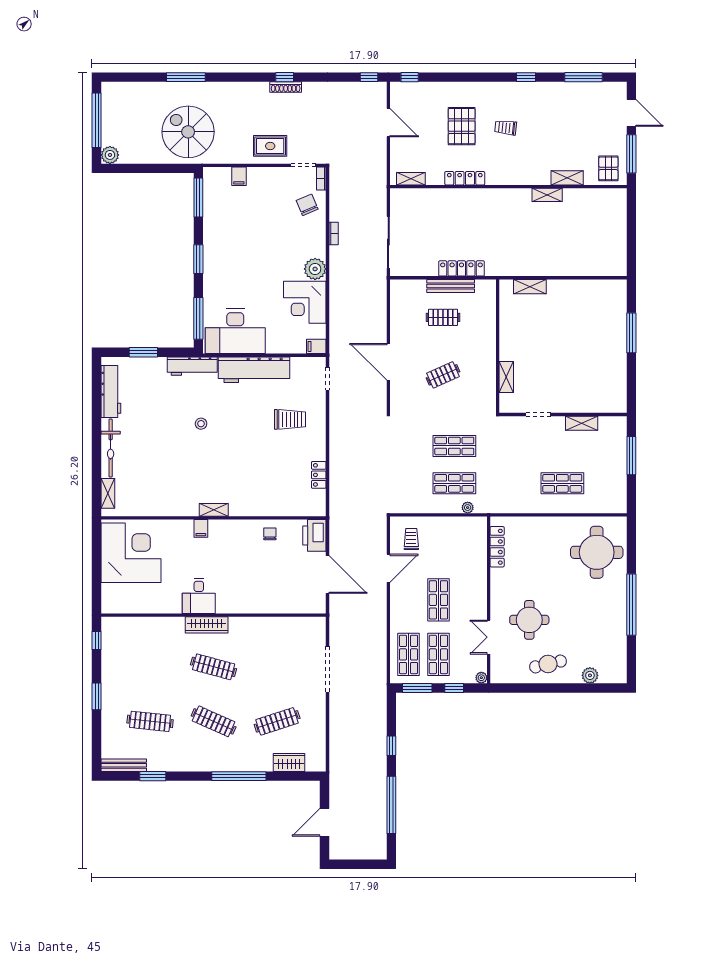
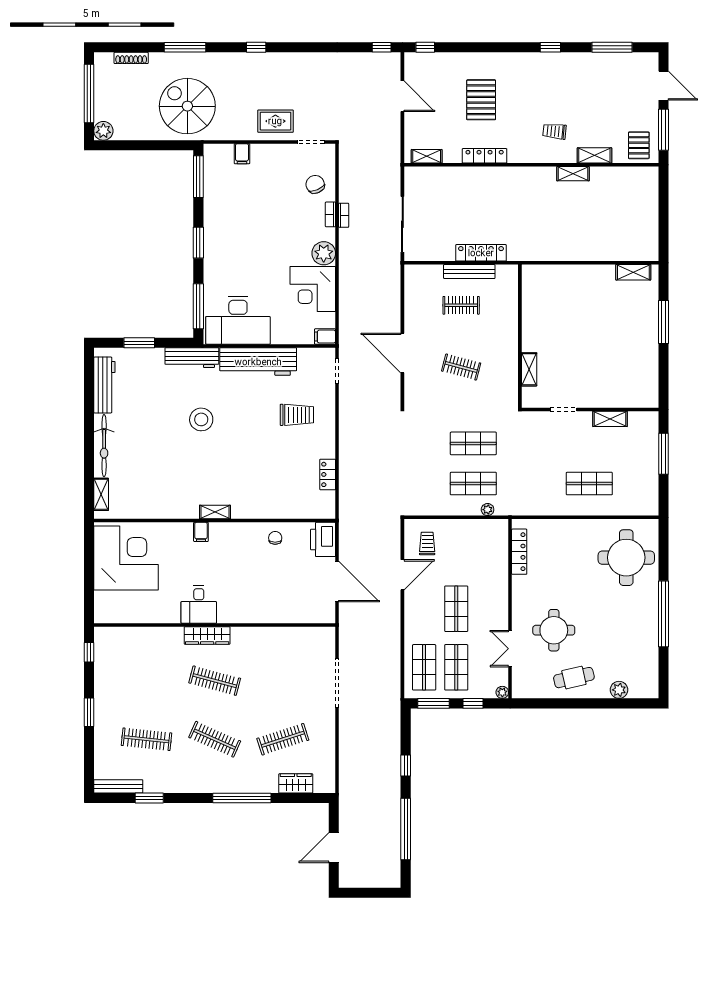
window: (285, 77) -> (256, 47), moved
shoe rack: (286, 87) -> (131, 58), moved
trolley: (506, 128) -> (555, 131), moved
bookcase: (321, 178) -> (330, 214), moved
shelving: (530, 287) -> (633, 272), moved
clothes rail: (443, 375) -> (461, 367), turned 39
stool: (201, 424) -> (201, 419), width x1.89, depth x1.89

